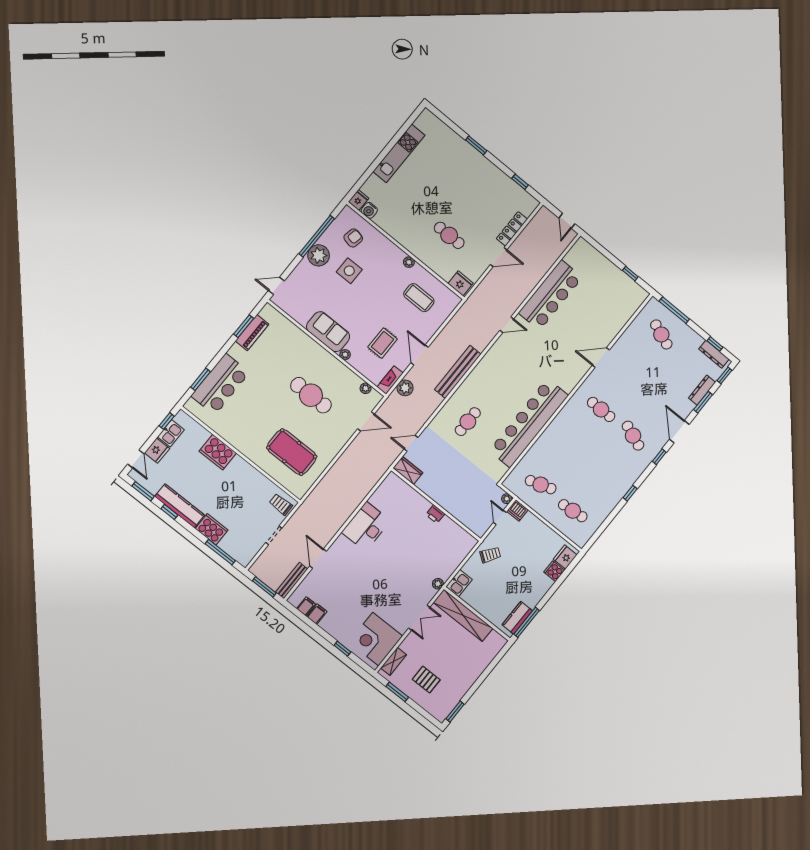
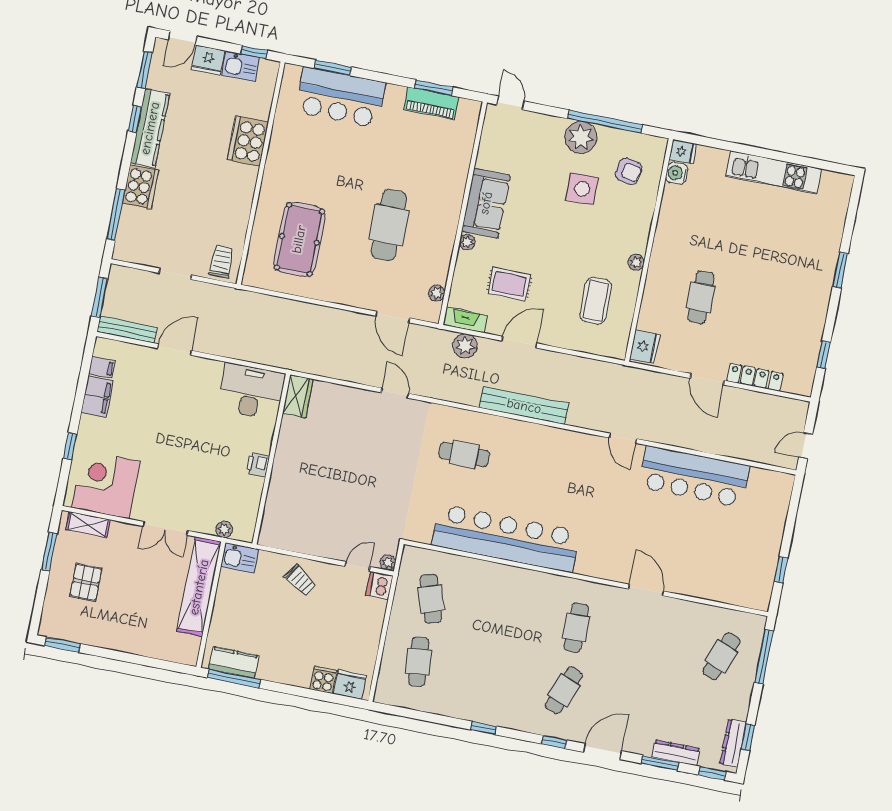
wardrobe: (408, 470) -> (298, 396), moved
wall: (436, 505) -> (271, 459), moved
printer: (435, 514) -> (258, 465), moved
filing cabinet: (317, 614) -> (97, 397), width x2.00

